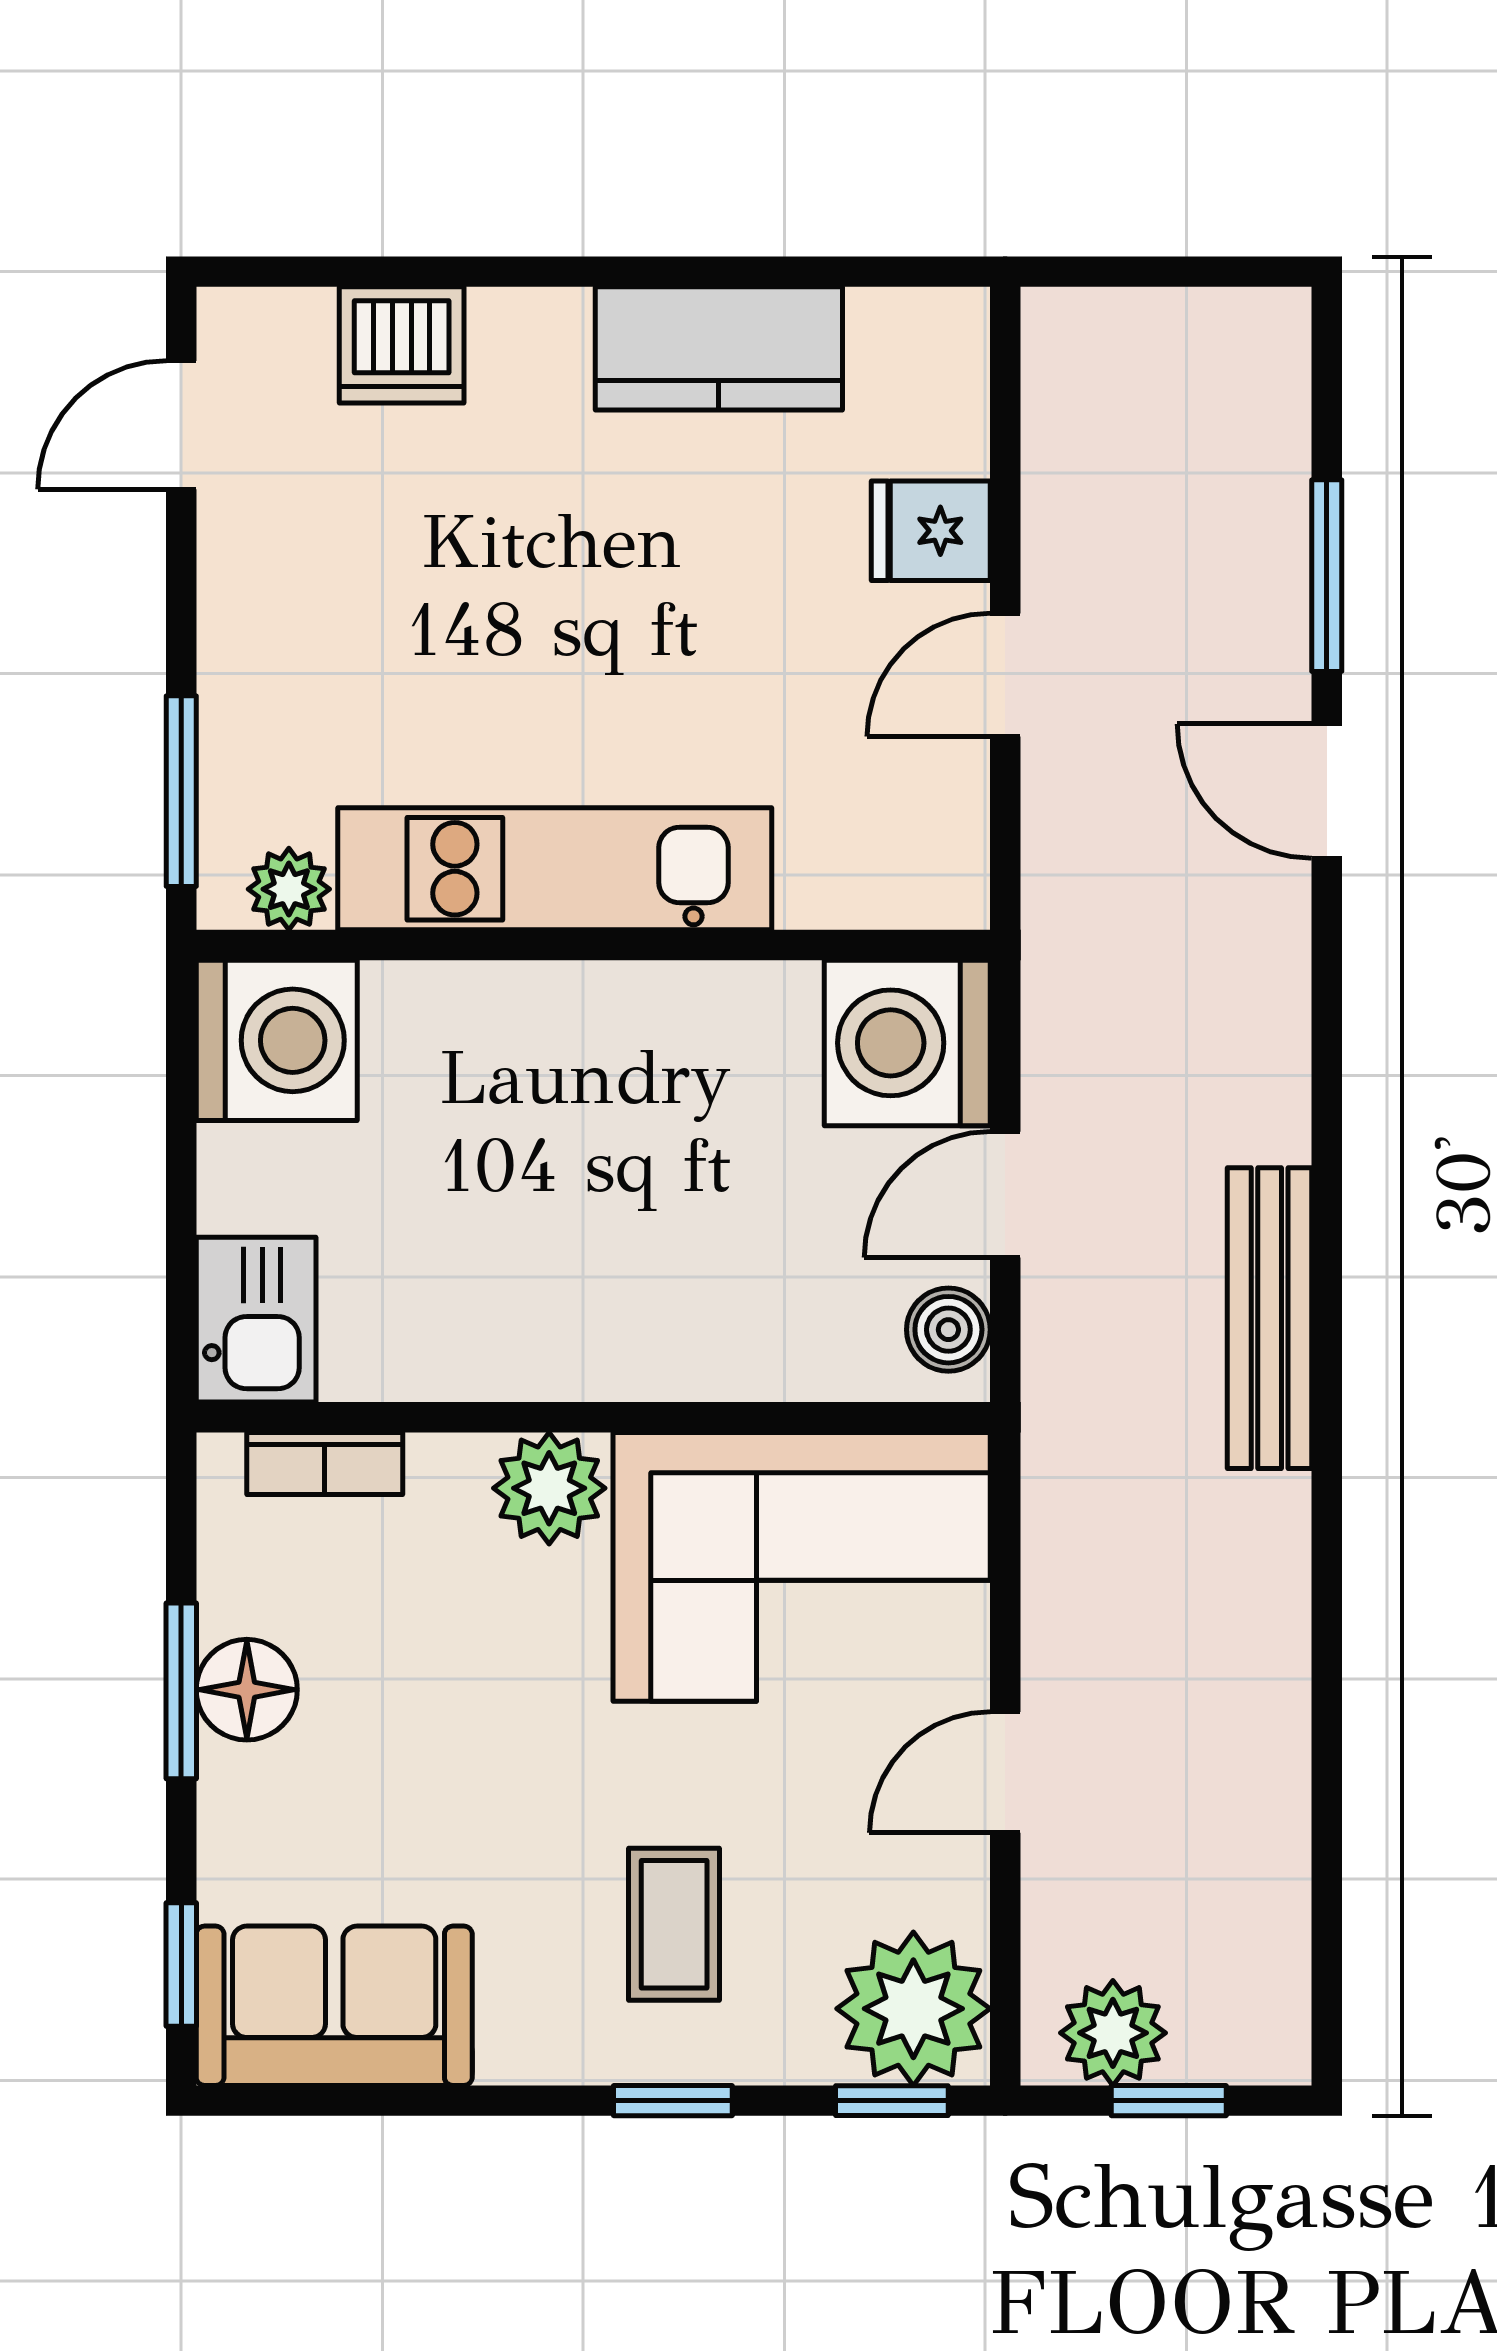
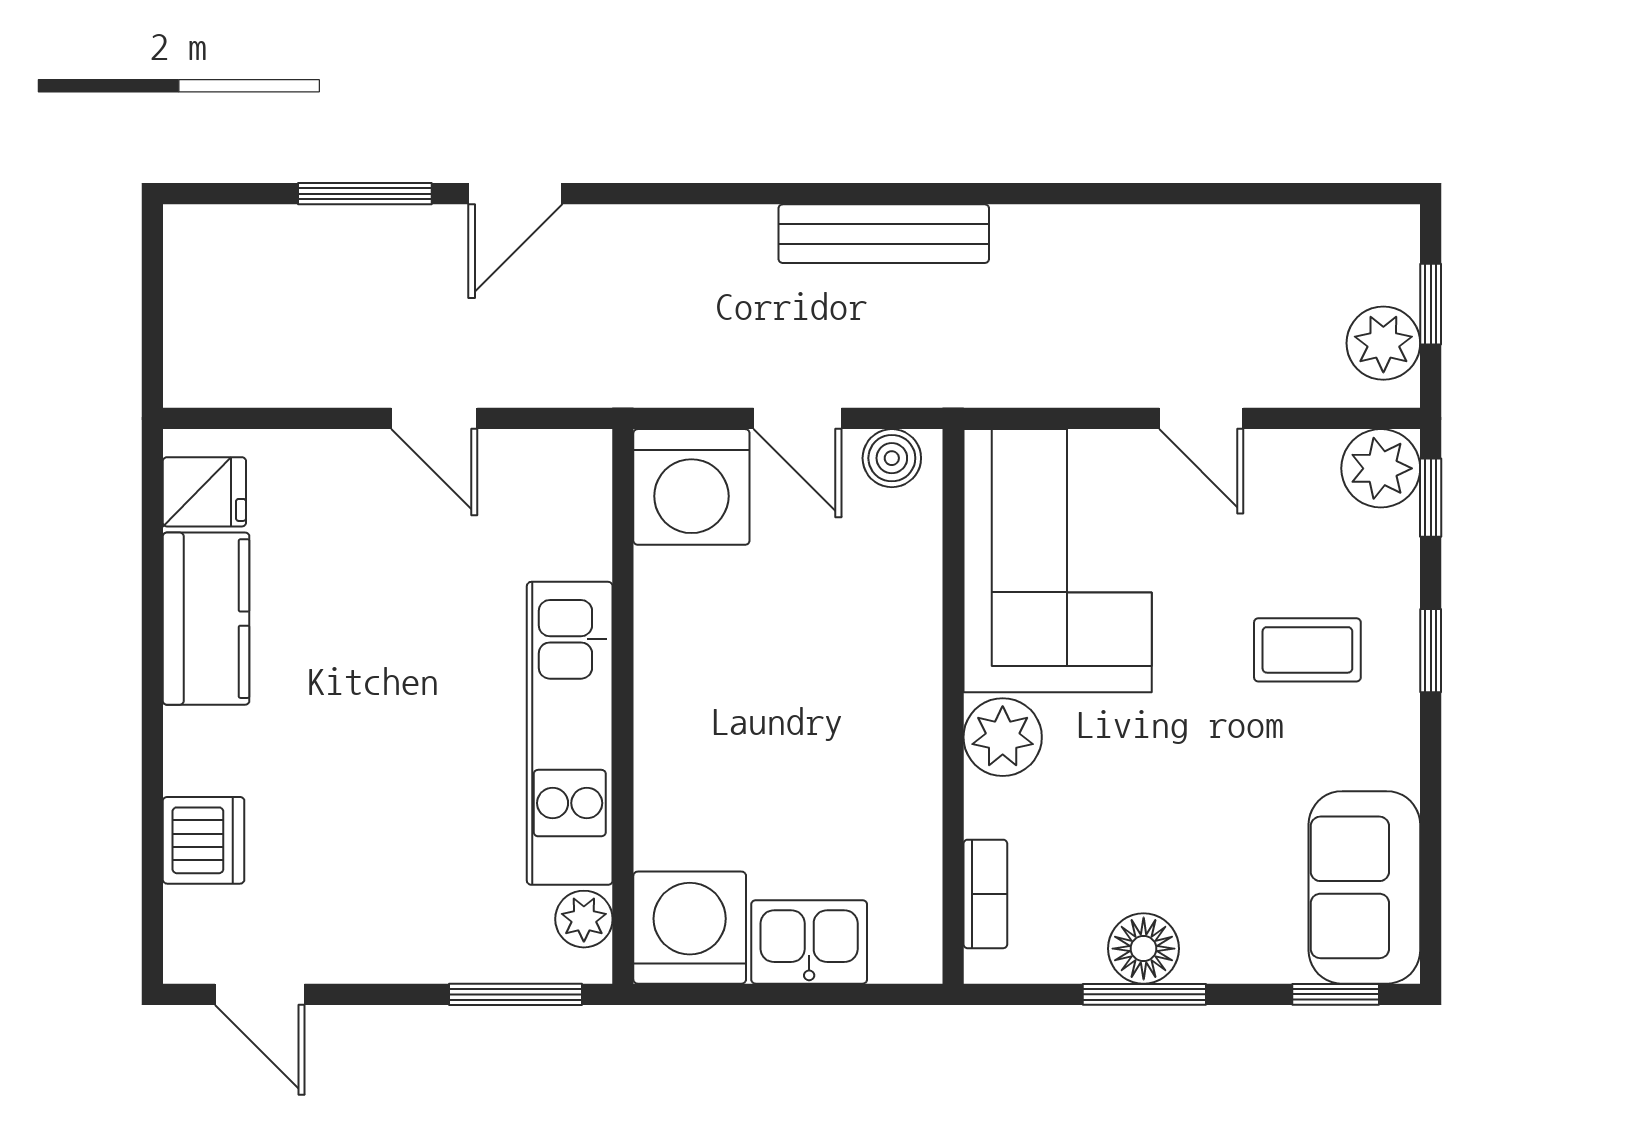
fridge: (931, 531) -> (204, 492), moved, turned -90
kitchen sink: (256, 1320) -> (809, 942), moved
plant: (913, 2009) -> (1381, 468), width x0.73, depth x0.73

